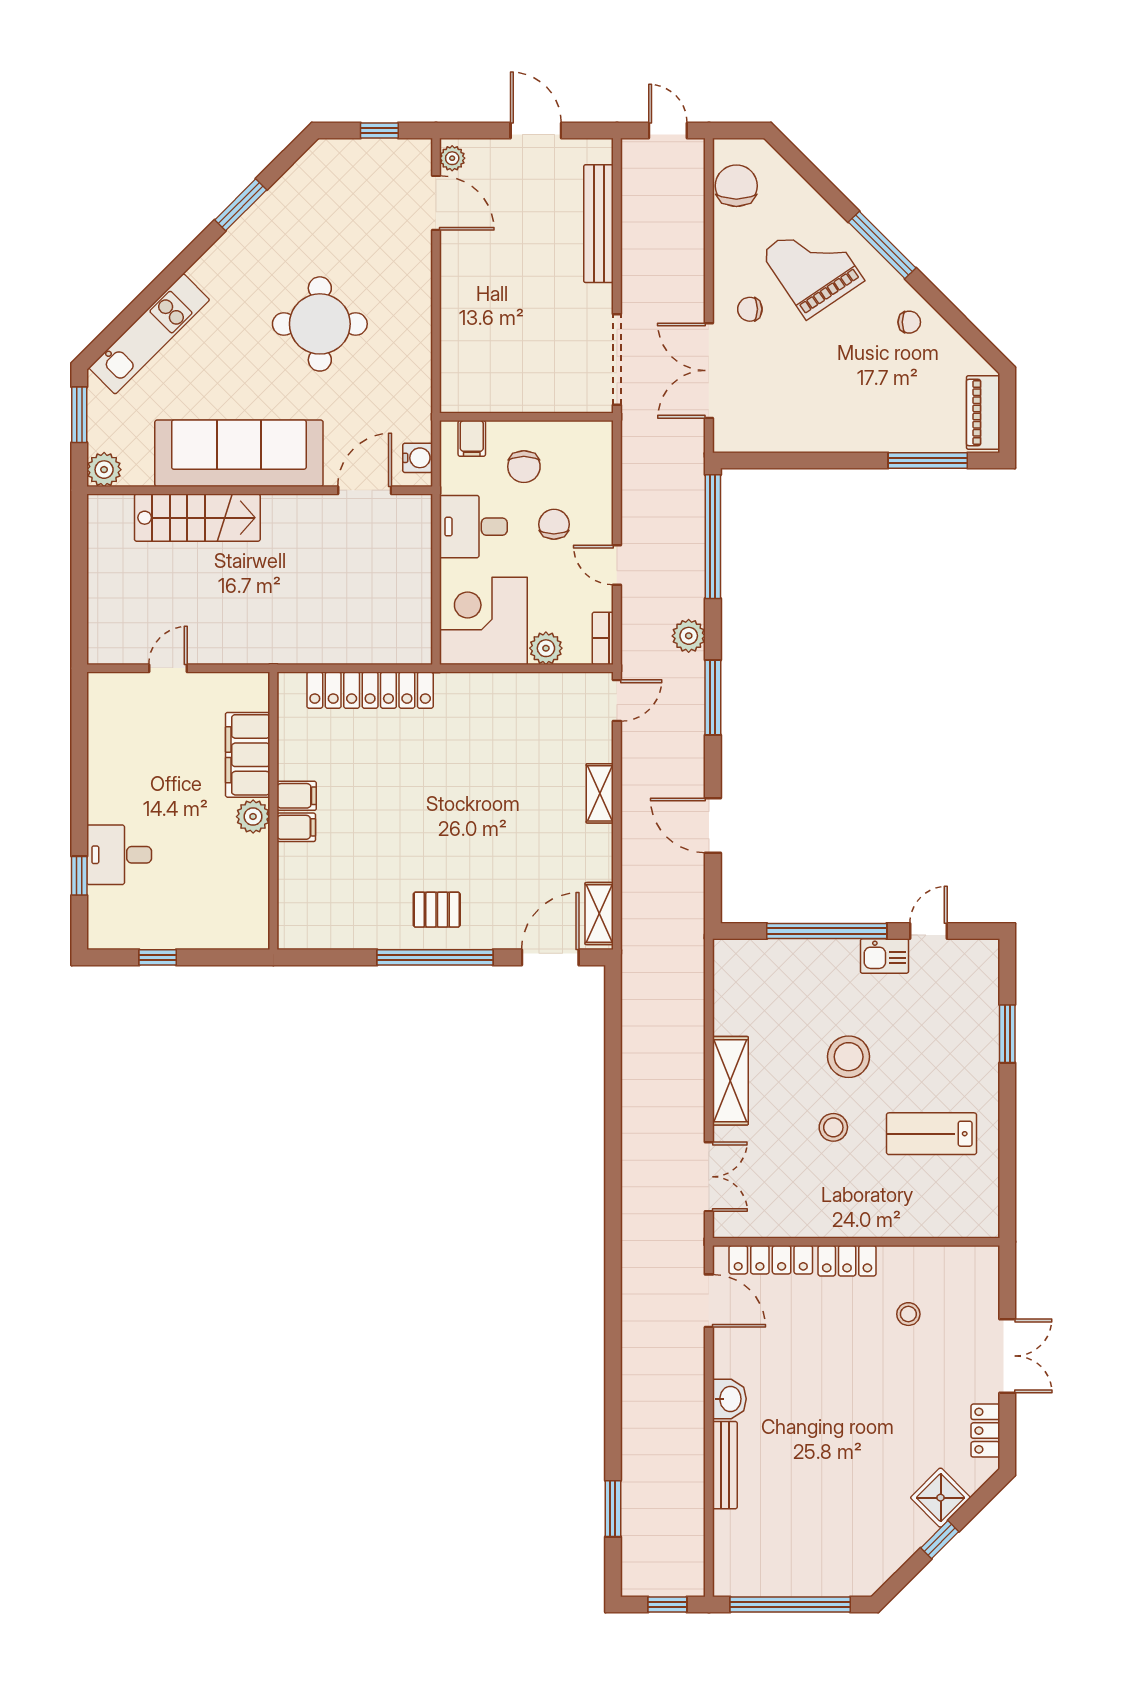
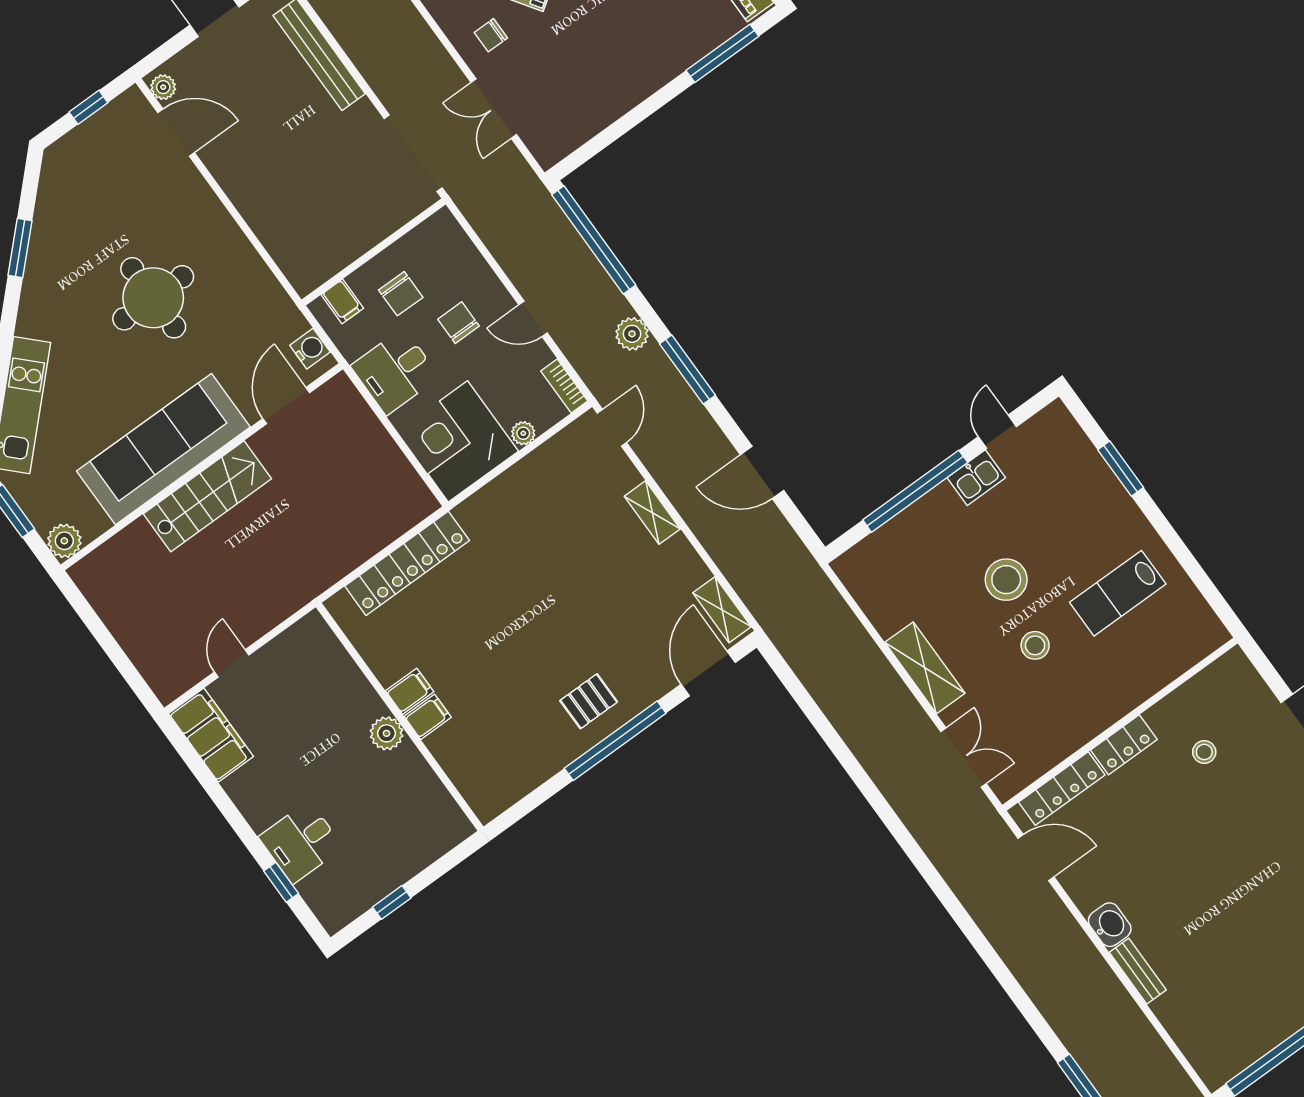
double door: (709, 371) -> (494, 108), width x0.73
stairs: (197, 518) -> (207, 496), moved
plant: (546, 648) -> (523, 433), width x0.73, depth x0.73
filing cabinet: (248, 755) -> (211, 735), moved, turned 180
bench: (725, 1465) -> (1138, 971), width x0.73

